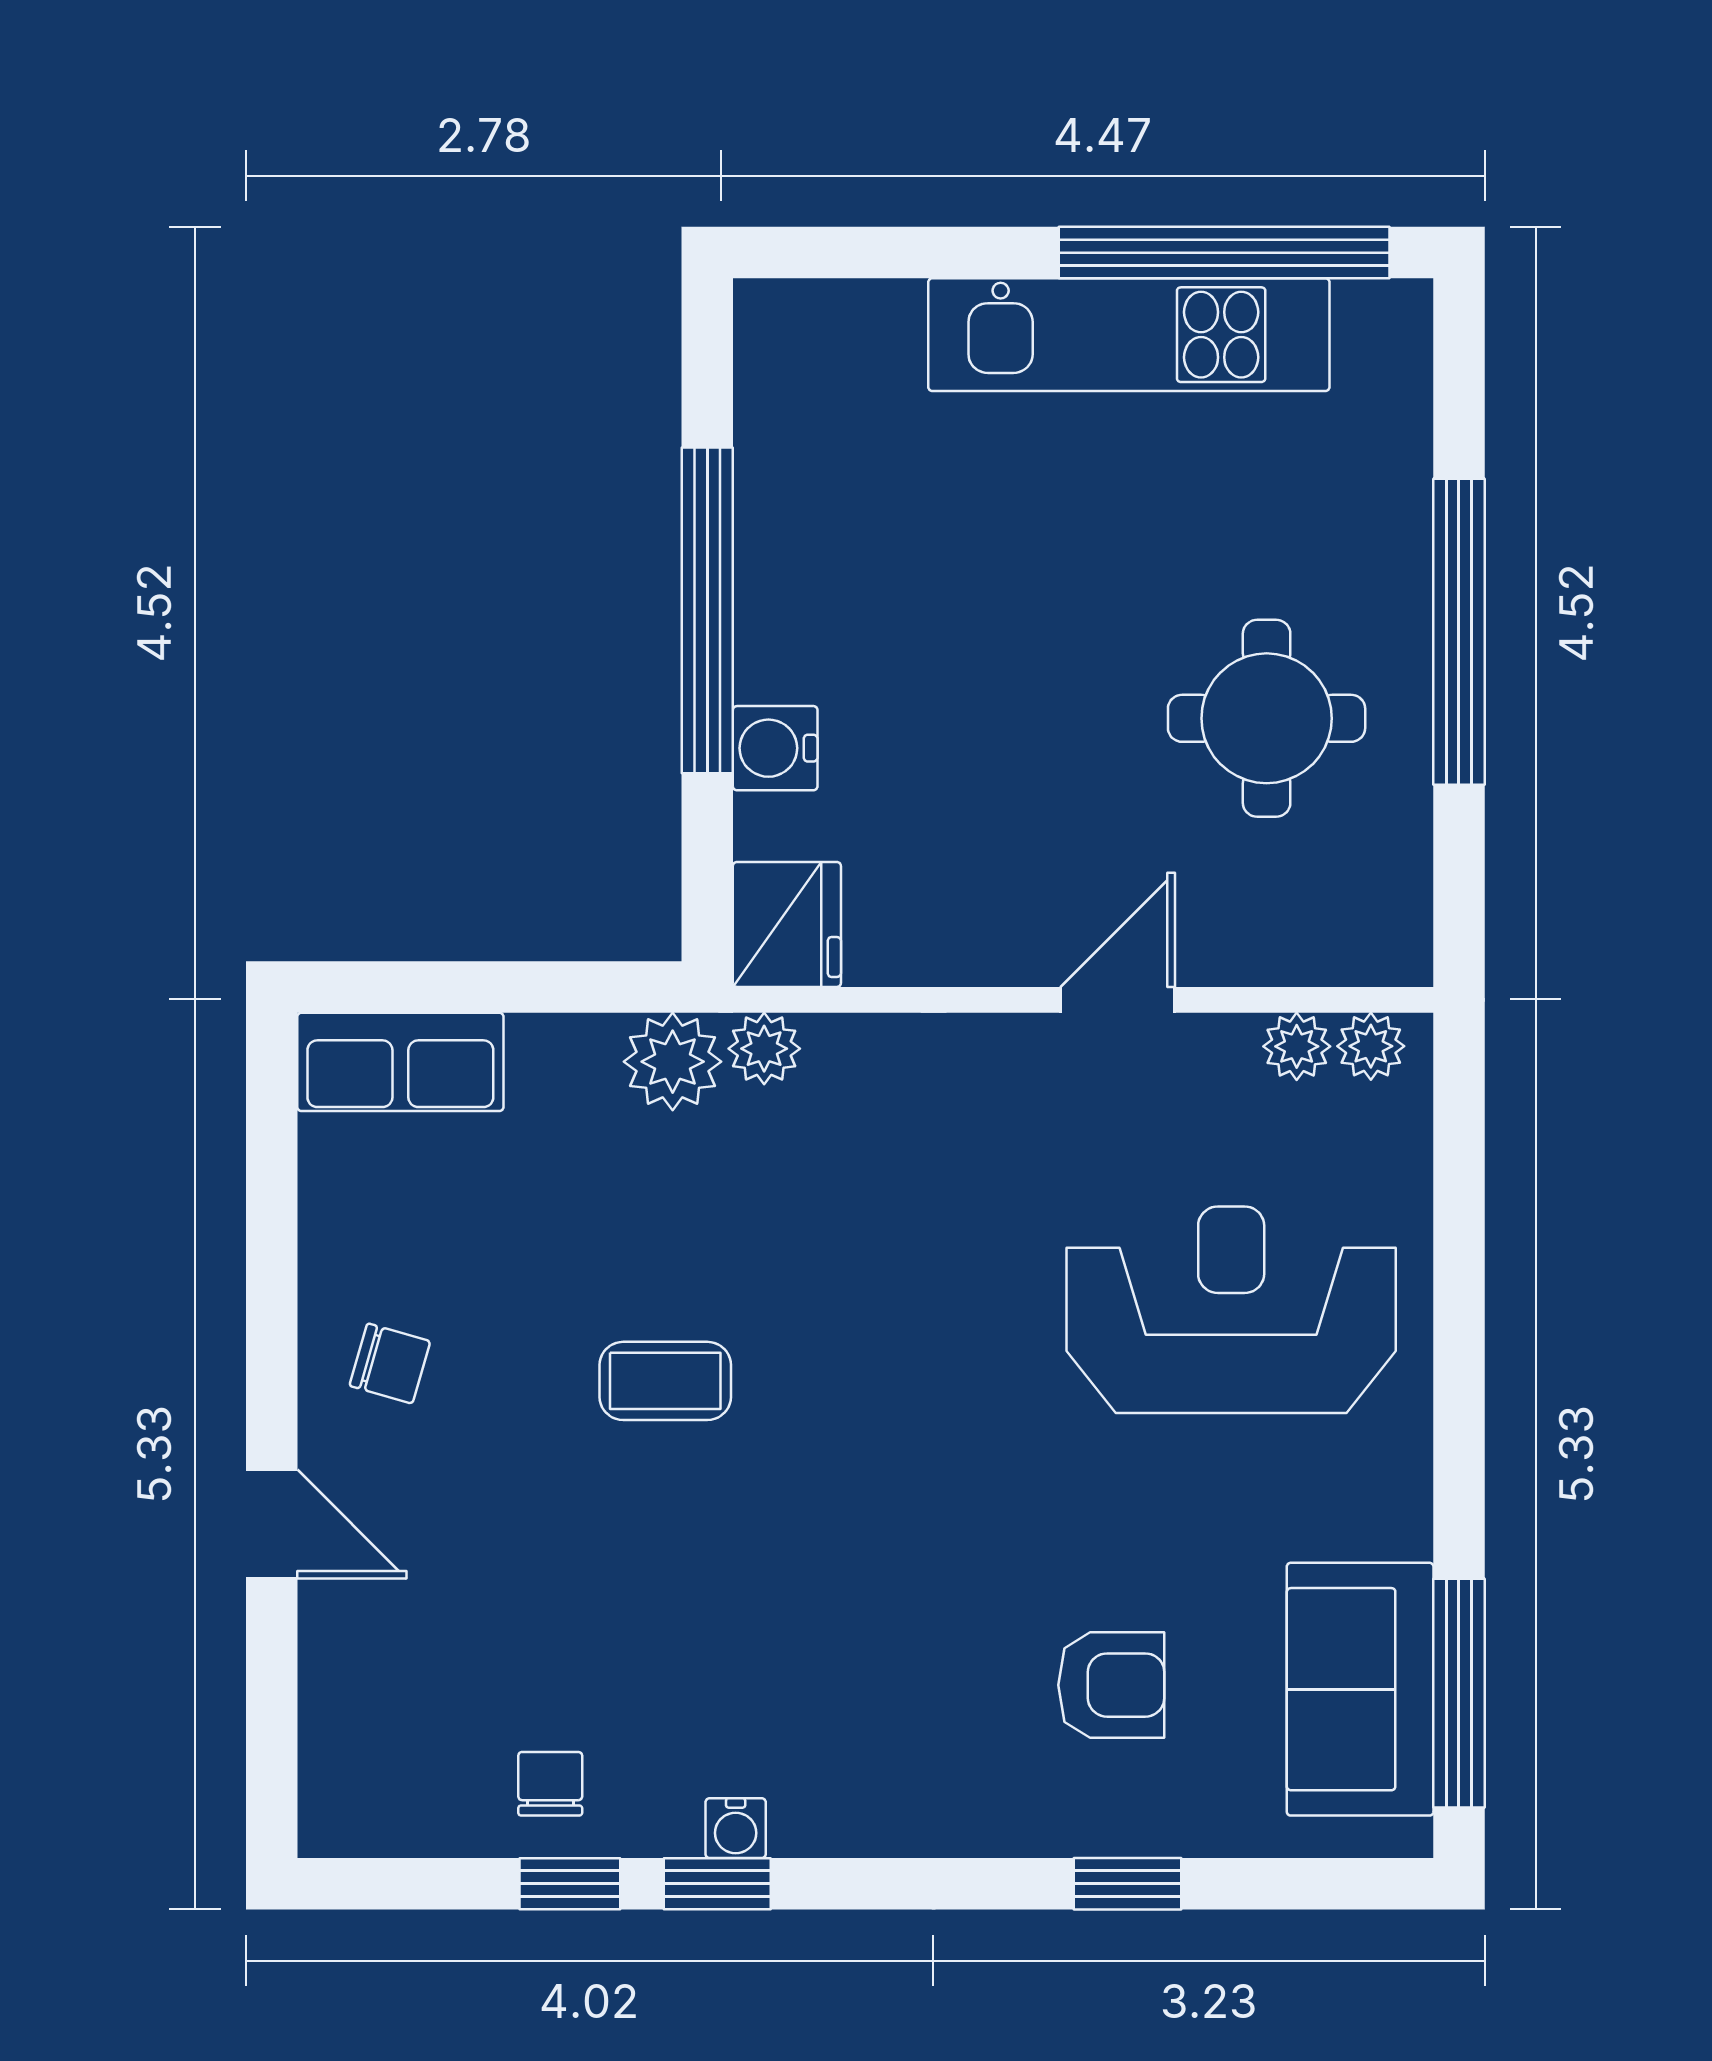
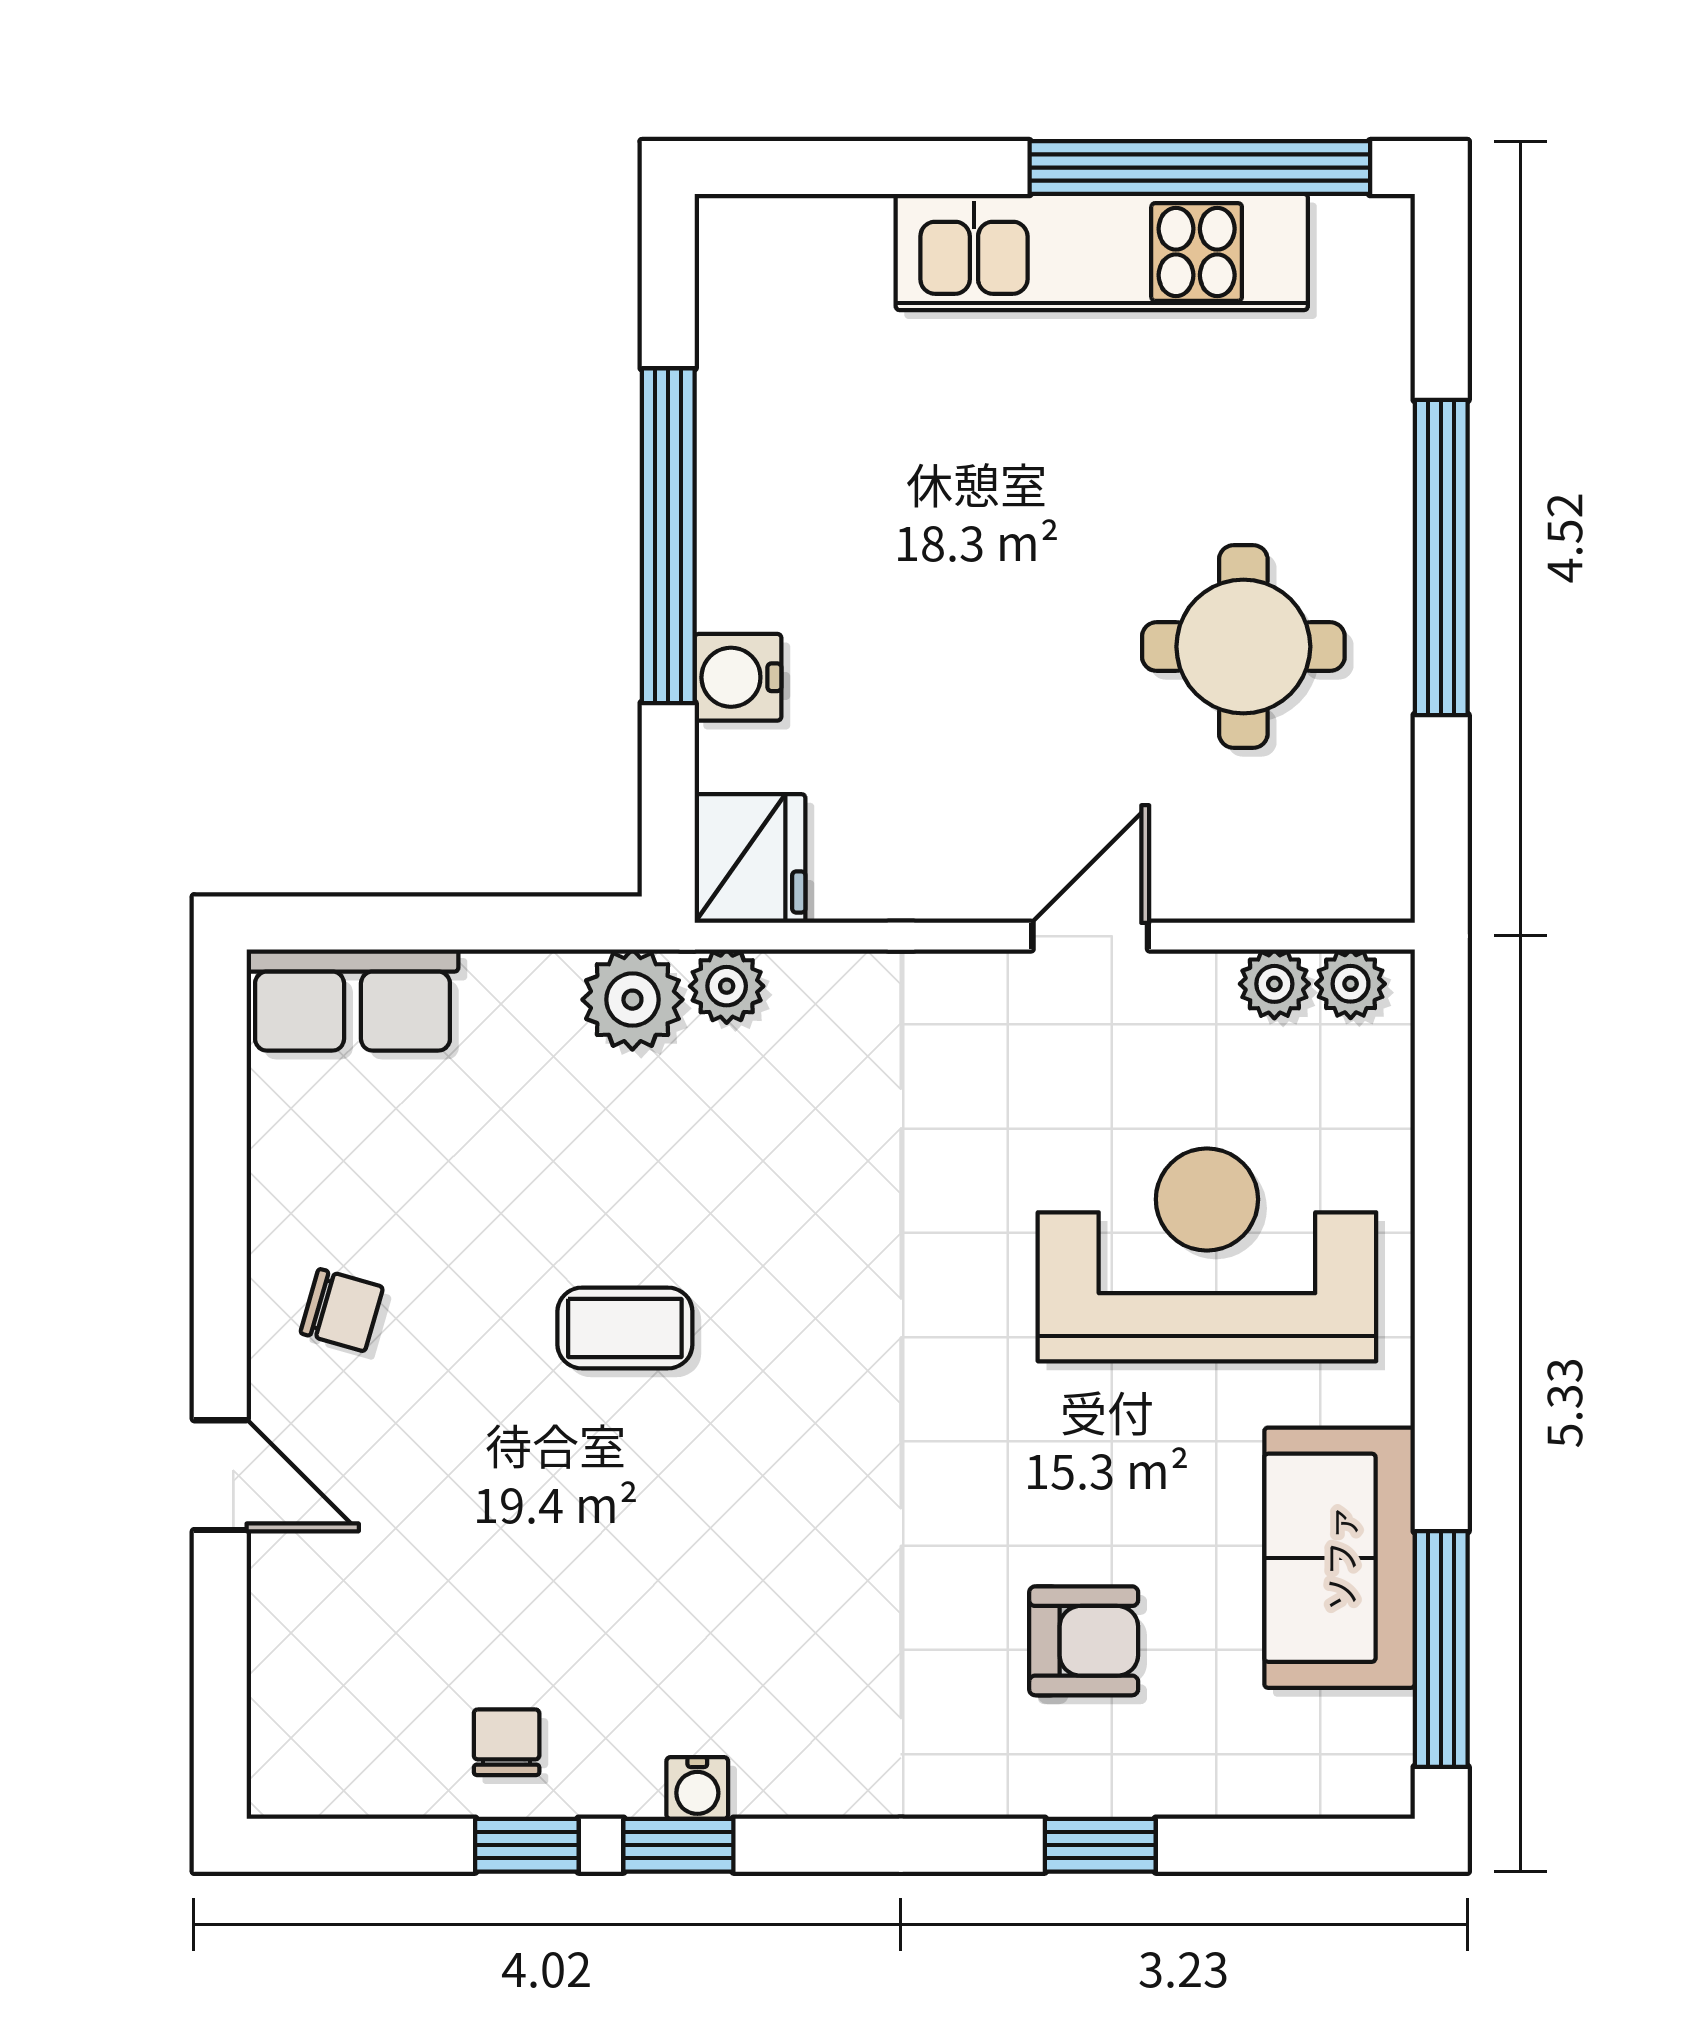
sofa: (1360, 1689) -> (1340, 1558), moved

